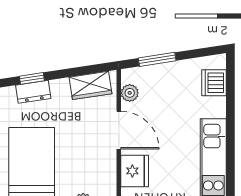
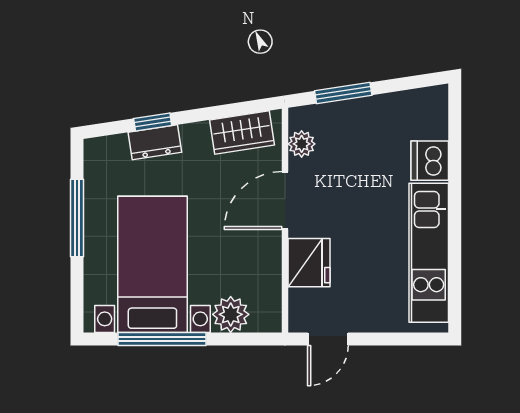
dishwasher: (214, 83) -> (430, 161), moved
door: (119, 130) -> (285, 201), swing flipped

